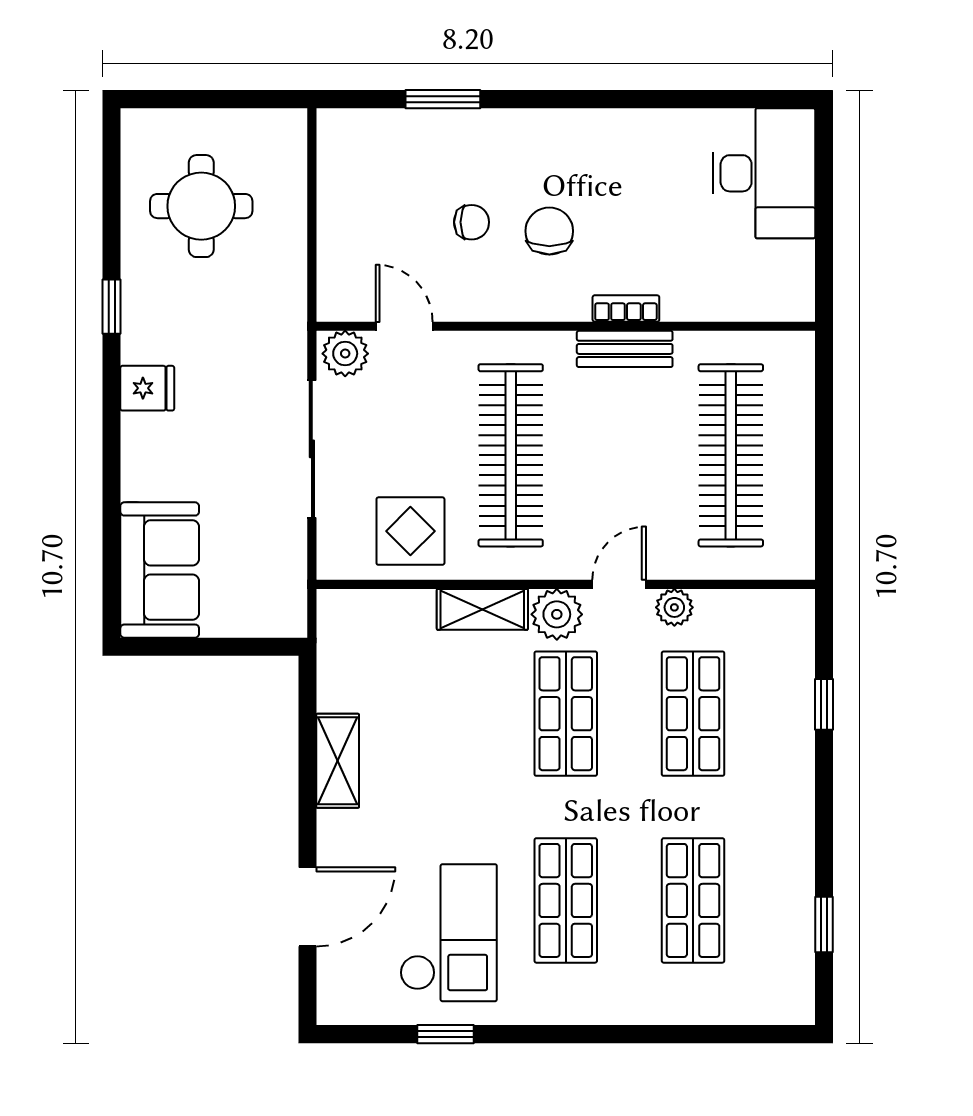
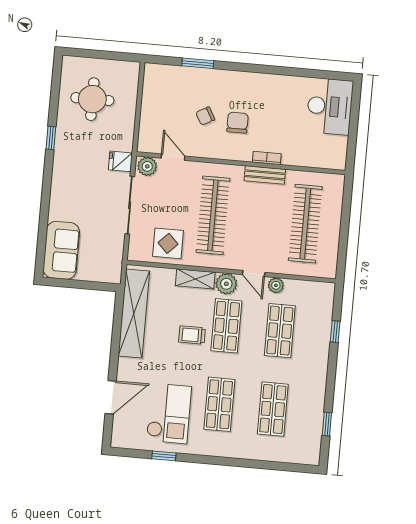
chair: (472, 222) -> (205, 116), turned 151
fridge: (147, 388) -> (120, 161), moved, turned 180
door: (619, 584) -> (254, 274), swing flipped
trolley: (487, 743) -> (192, 335), added
shelving: (338, 761) -> (134, 314), width x2.20, depth x1.33

